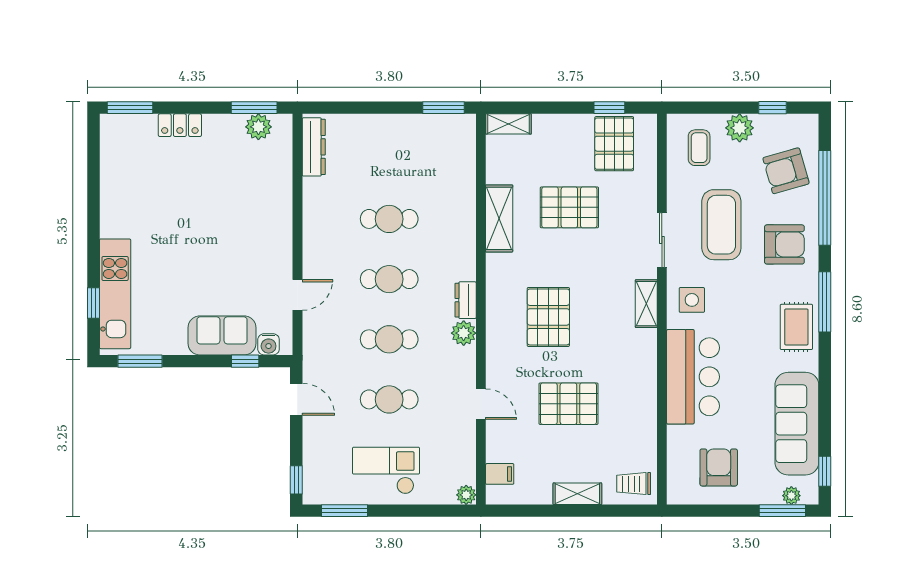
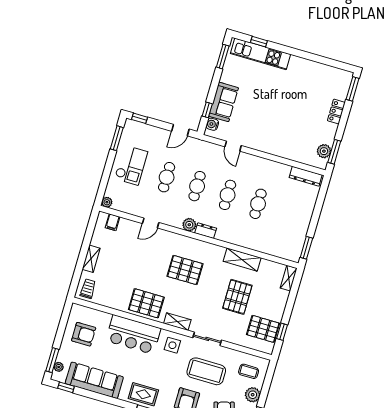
pallet: (568, 404) -> (146, 303), moved, turned 90

